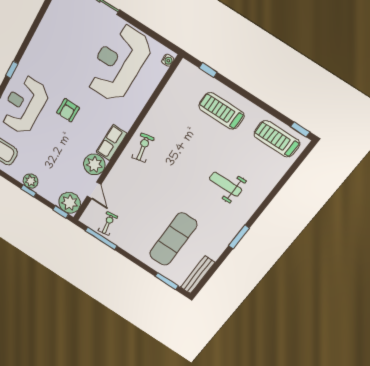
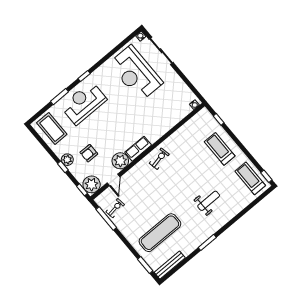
reception desk: (118, 63) -> (136, 73), moved, turned -90
armchair: (68, 110) -> (89, 153), moved
weight bench: (226, 184) -> (209, 201), turned 90

